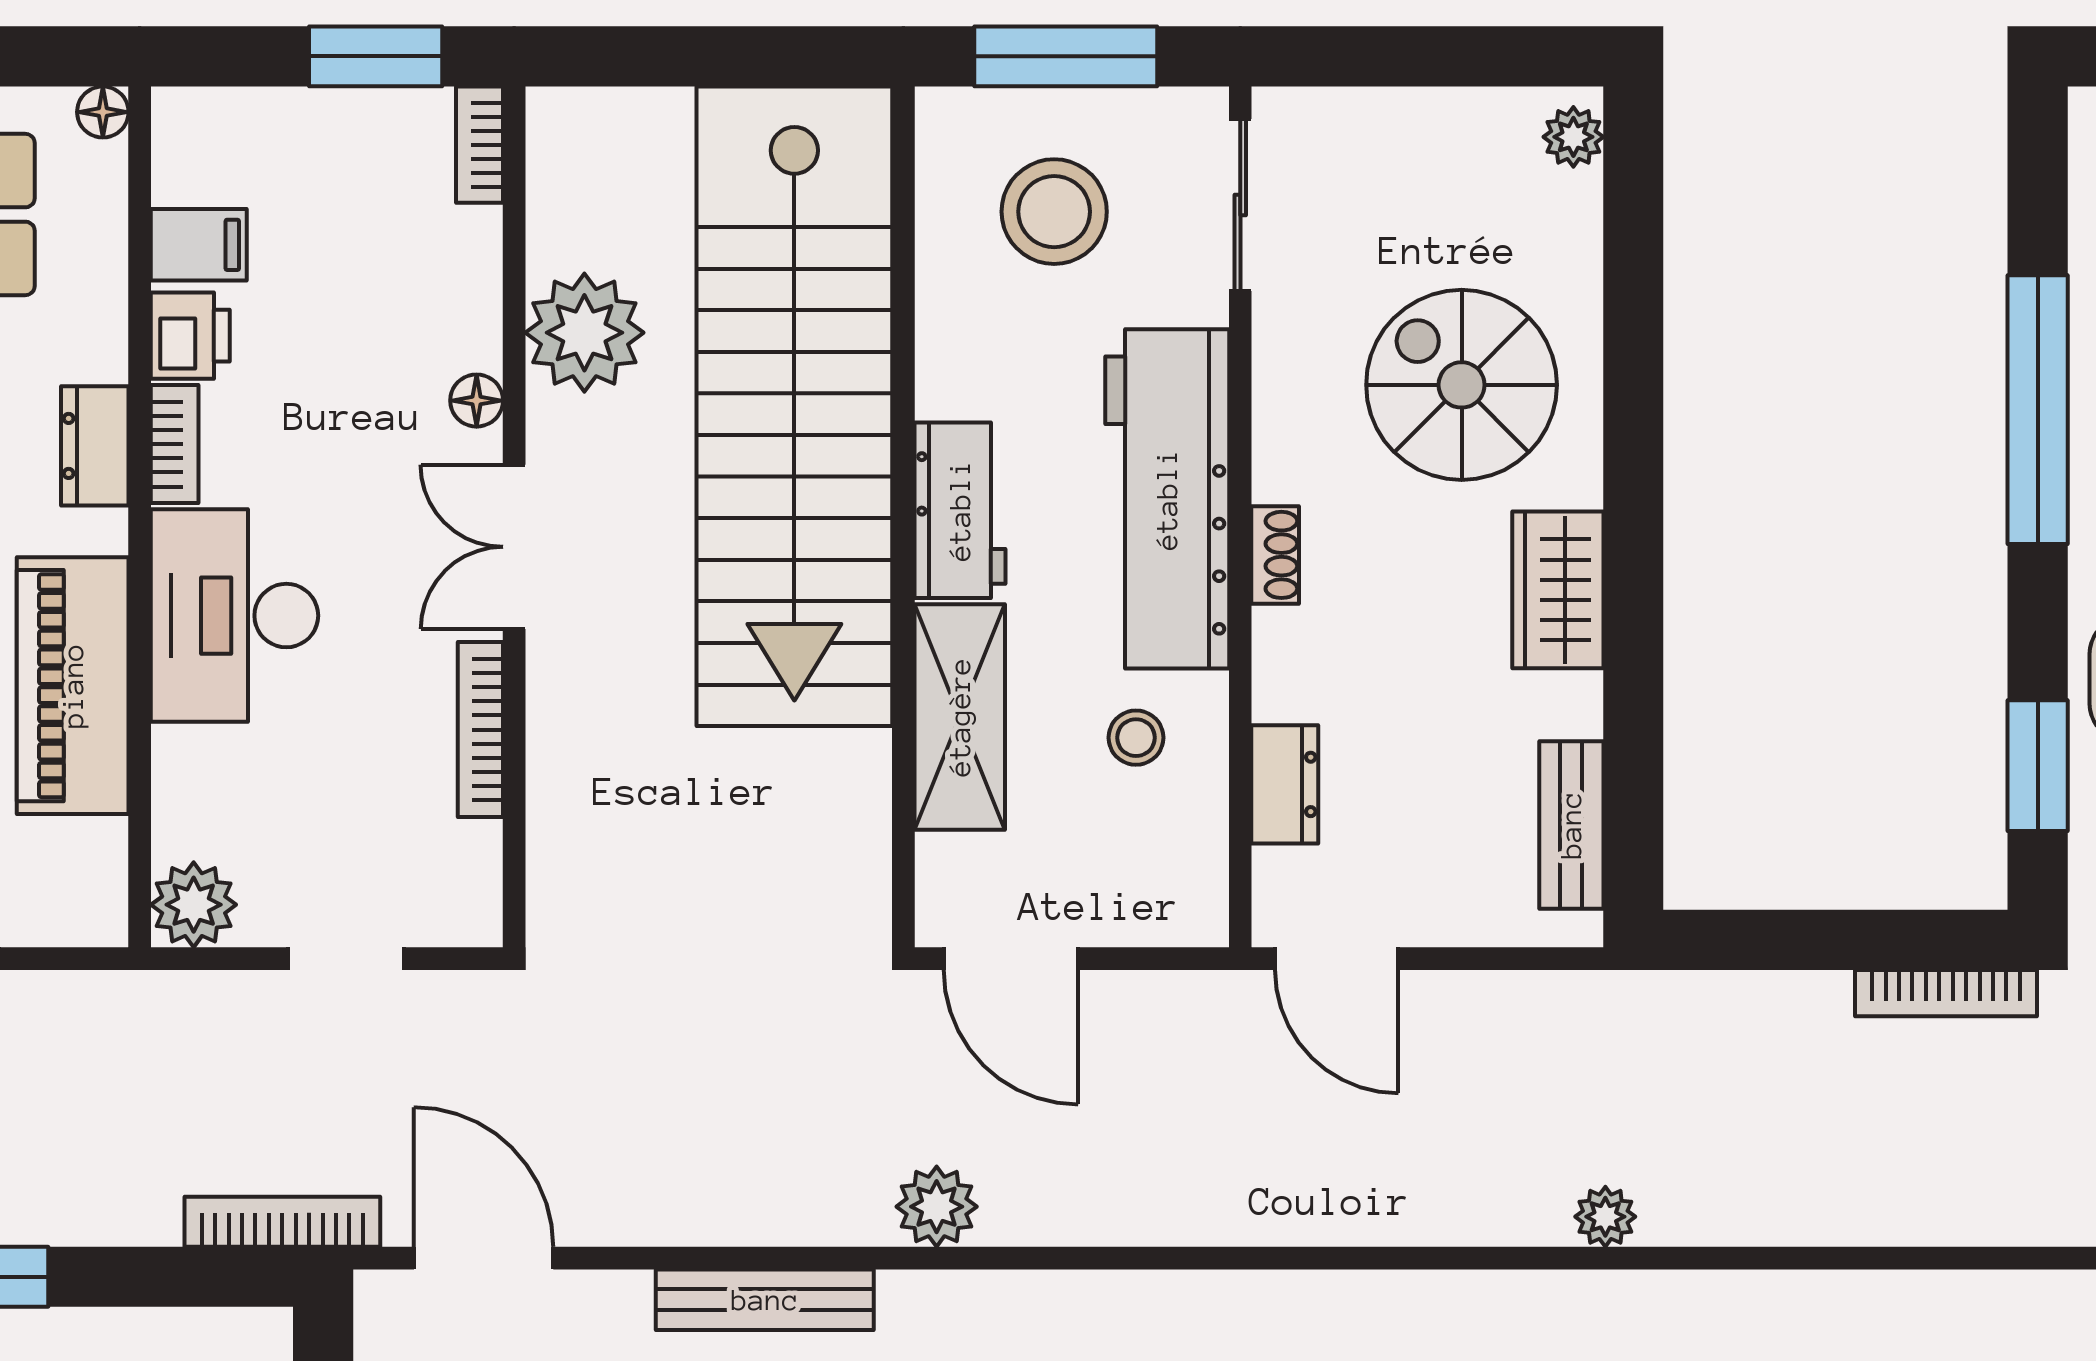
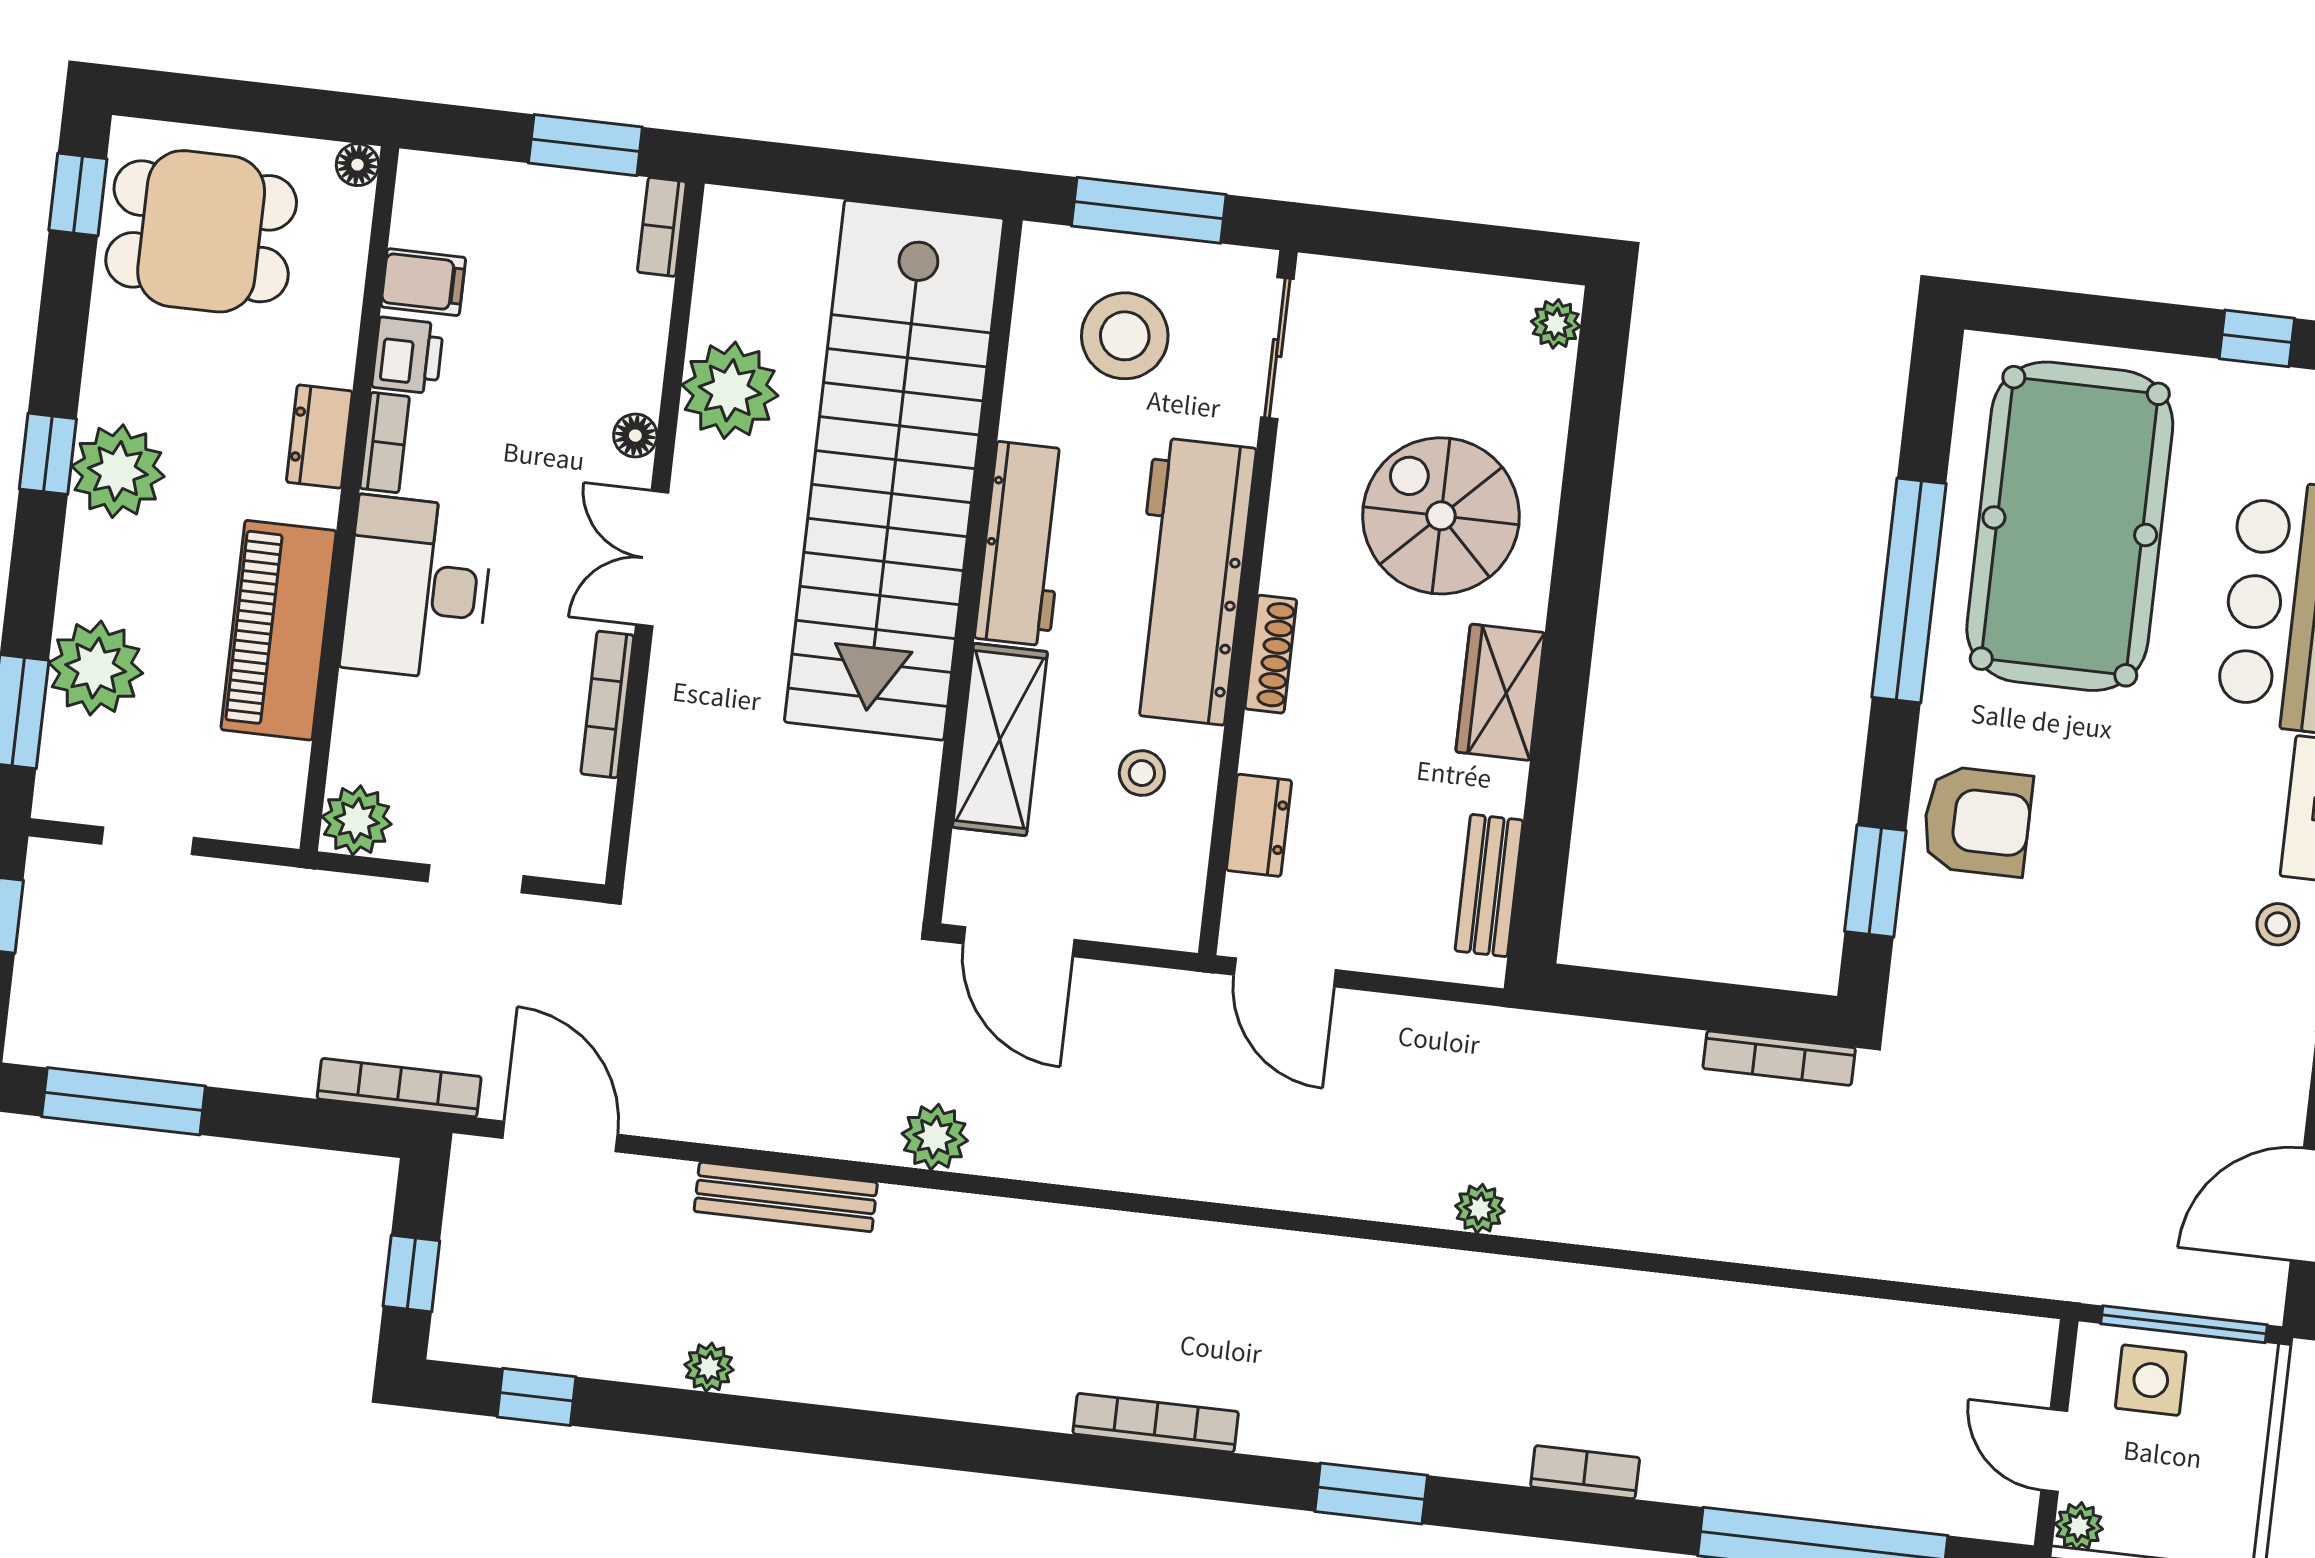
workbench: (960, 510) -> (1023, 544), width x1.38
shoe rack: (1275, 555) -> (1271, 654), width x1.43

